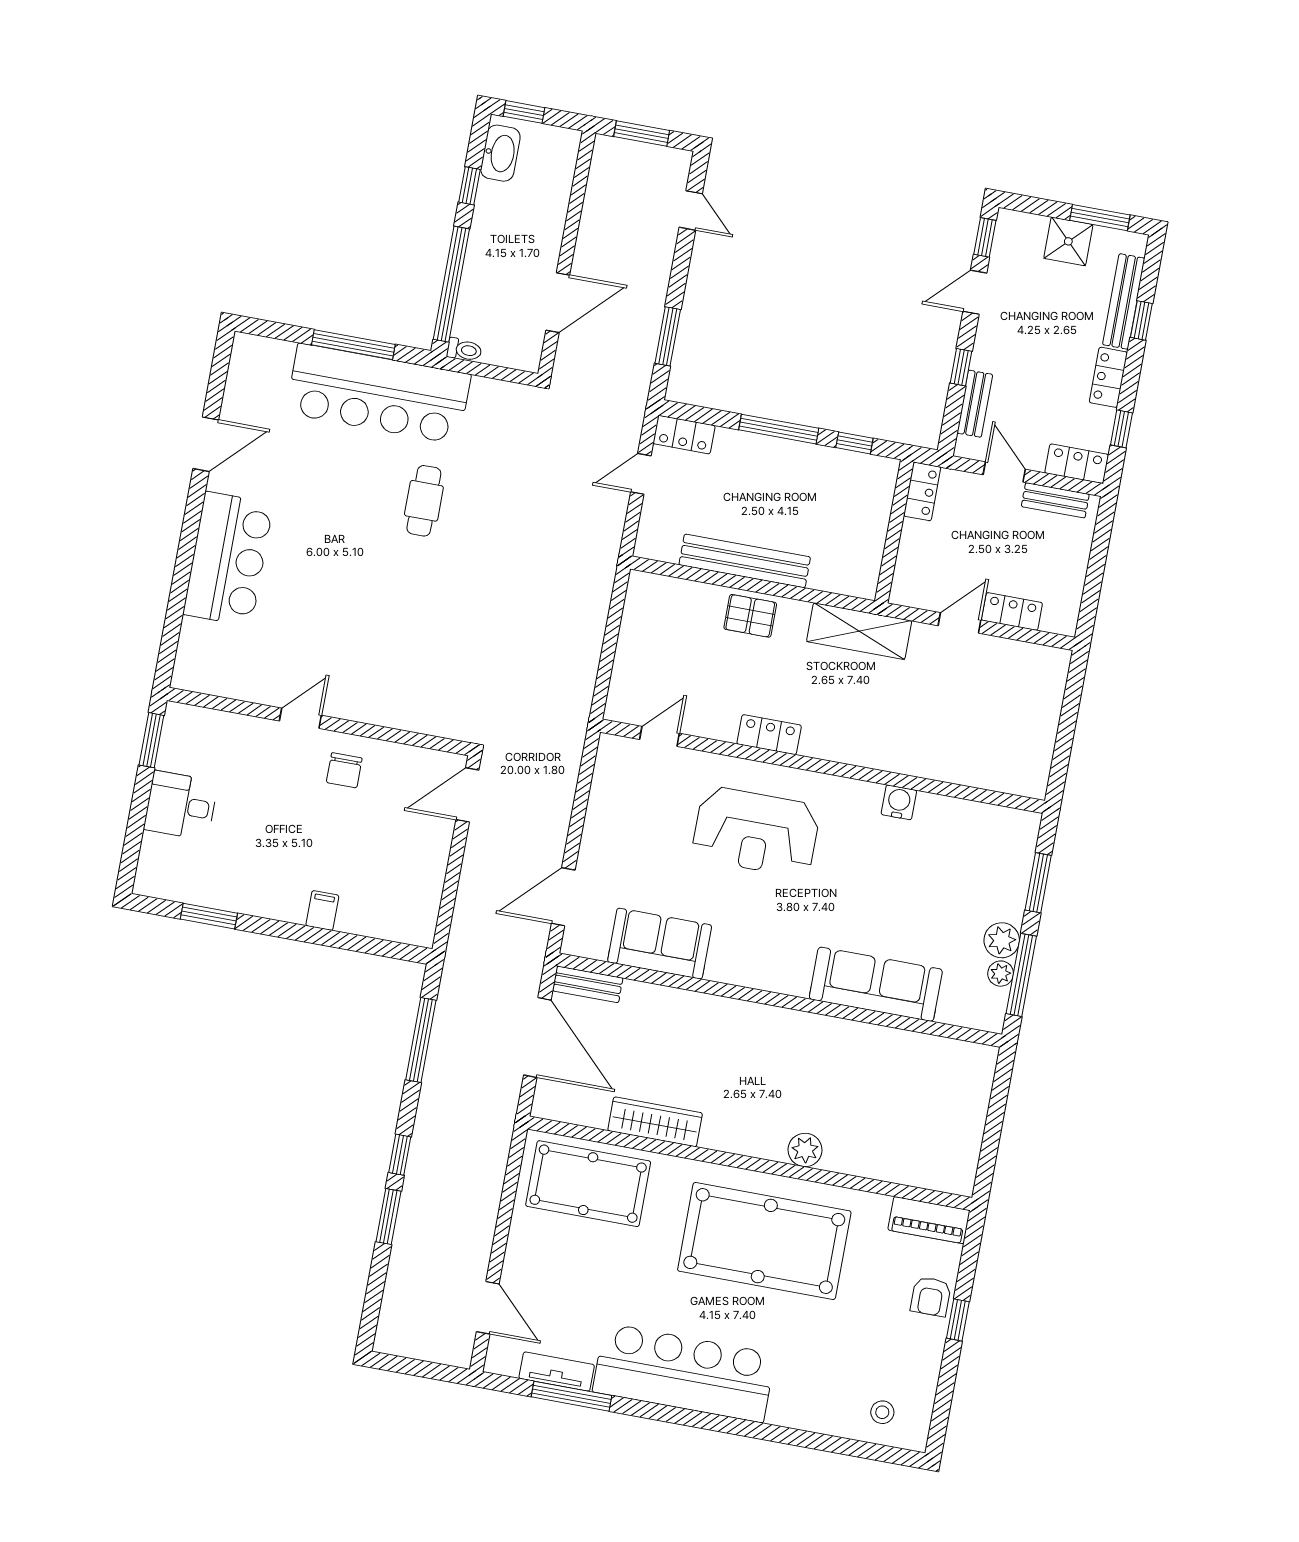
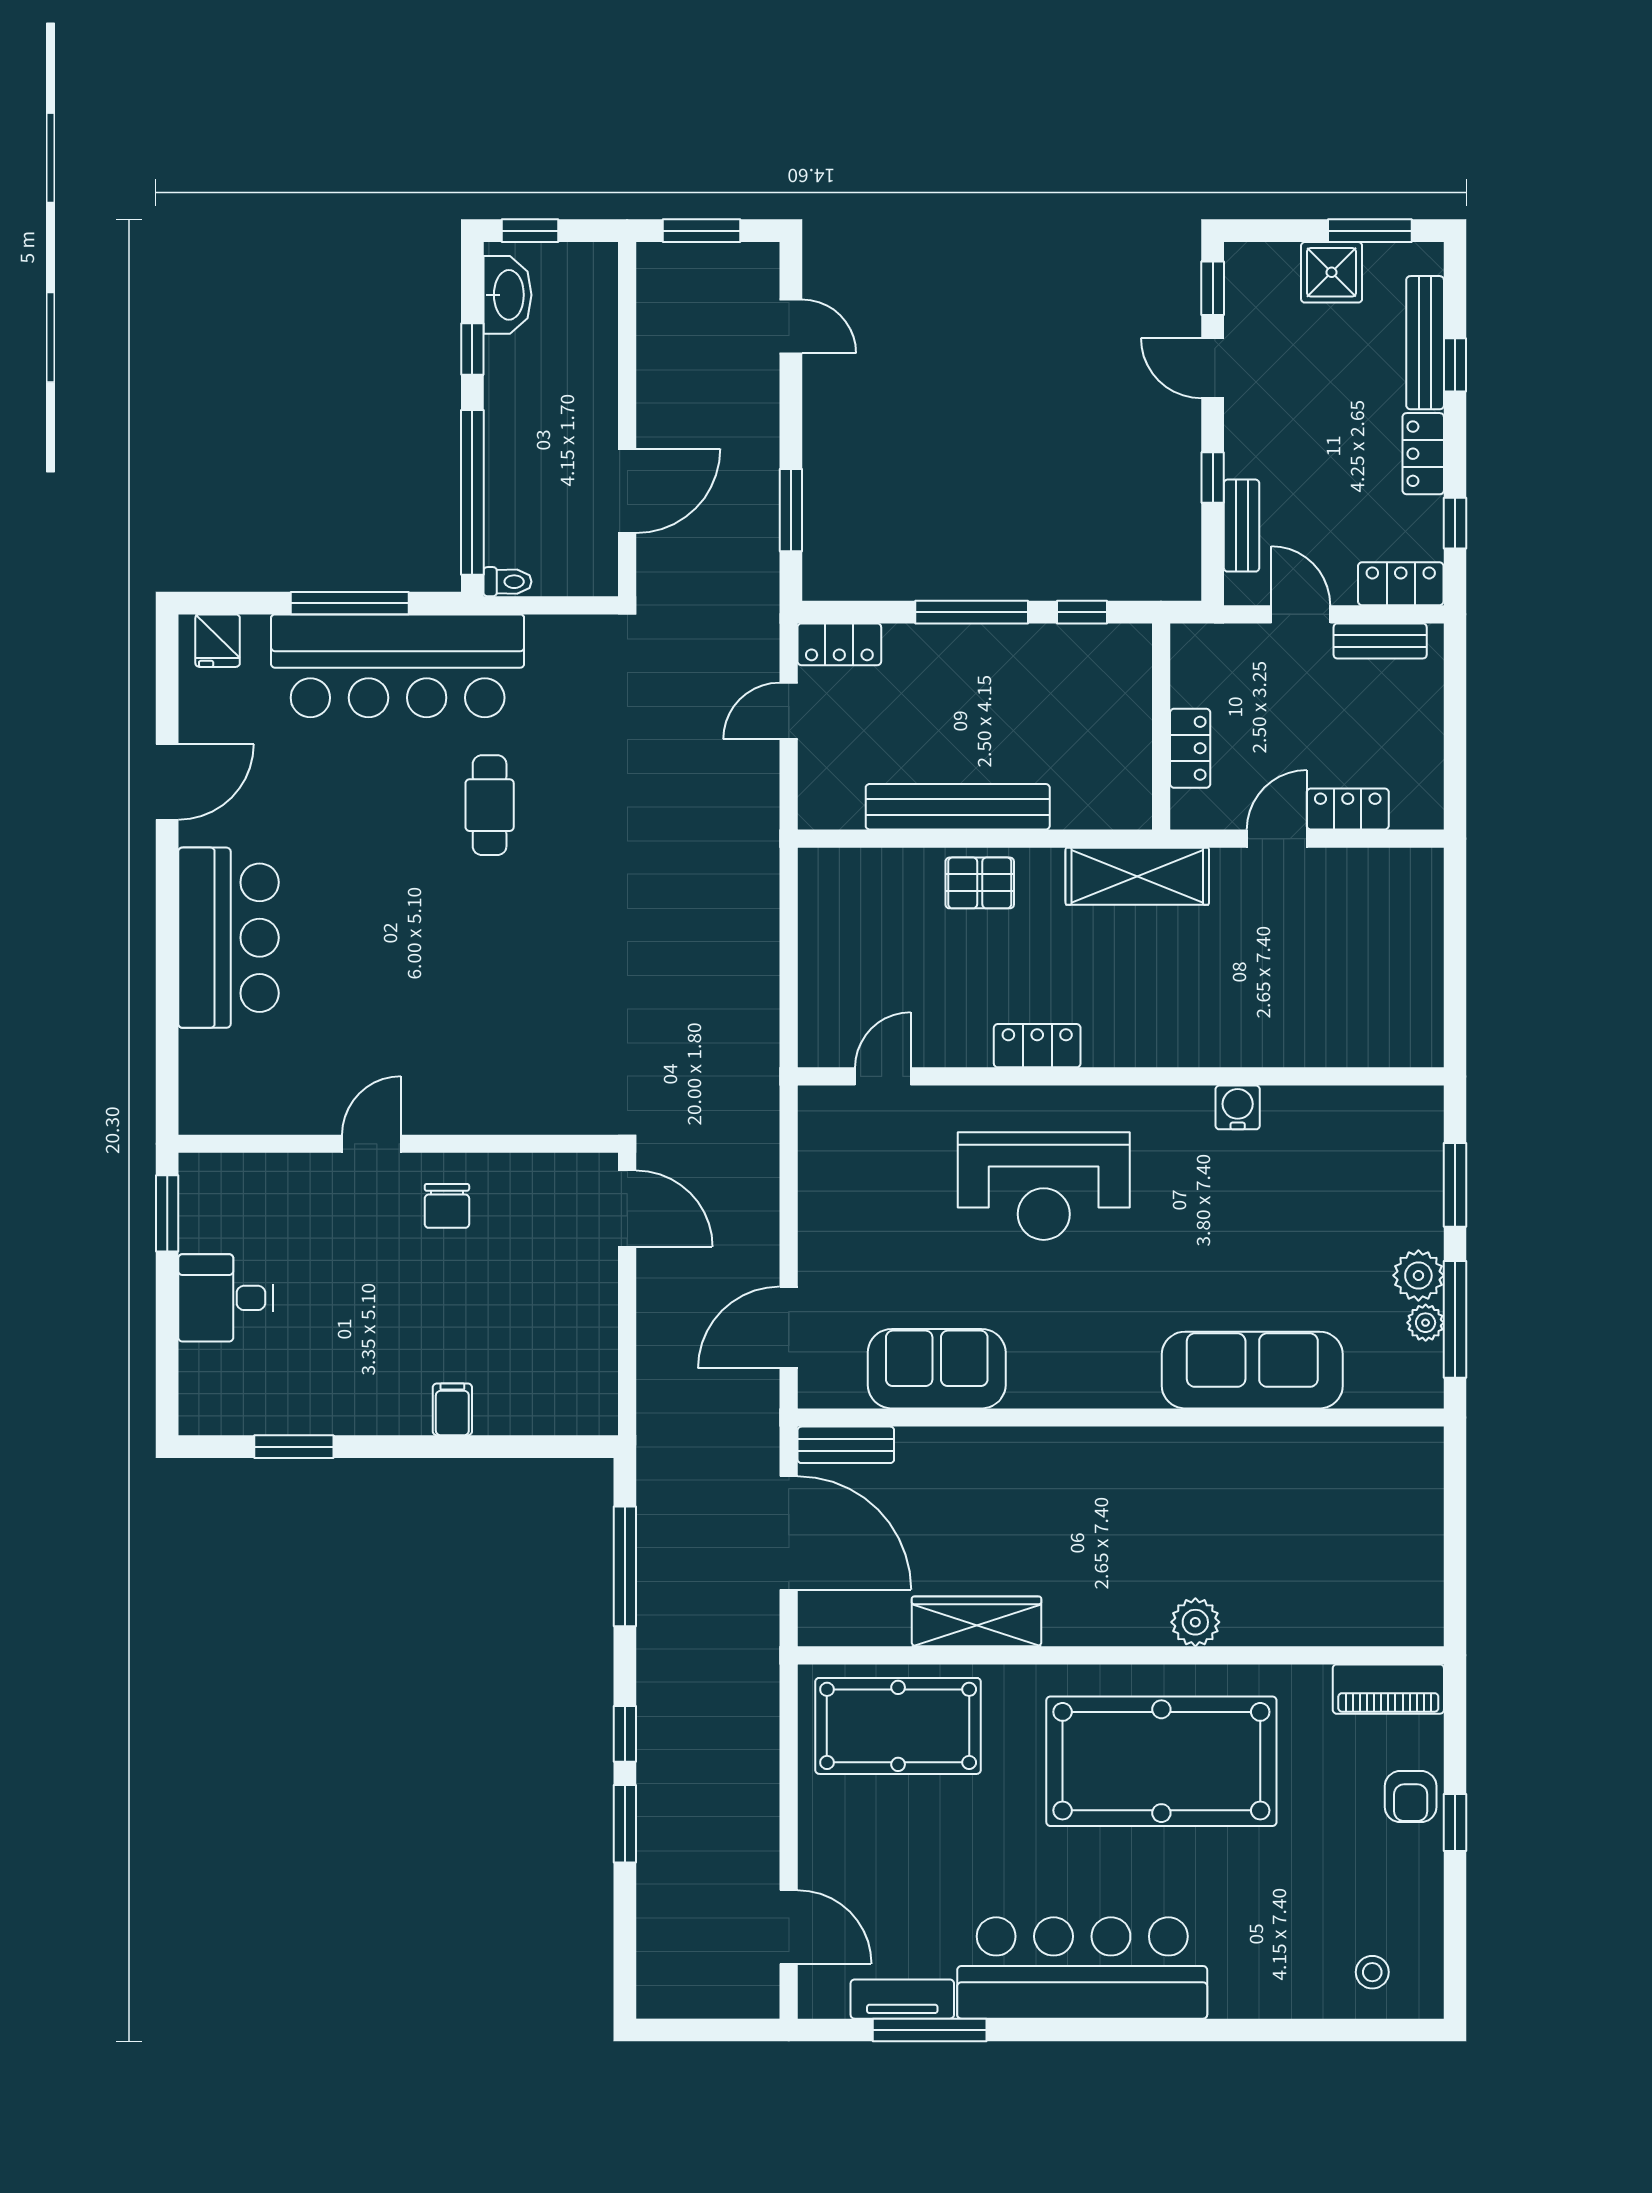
door: (975, 292) -> (1213, 368), hinge flipped
fridge: (258, 354) -> (218, 641), added
locker: (922, 491) -> (1190, 748), moved
door: (467, 795) -> (627, 1209), swing flipped

